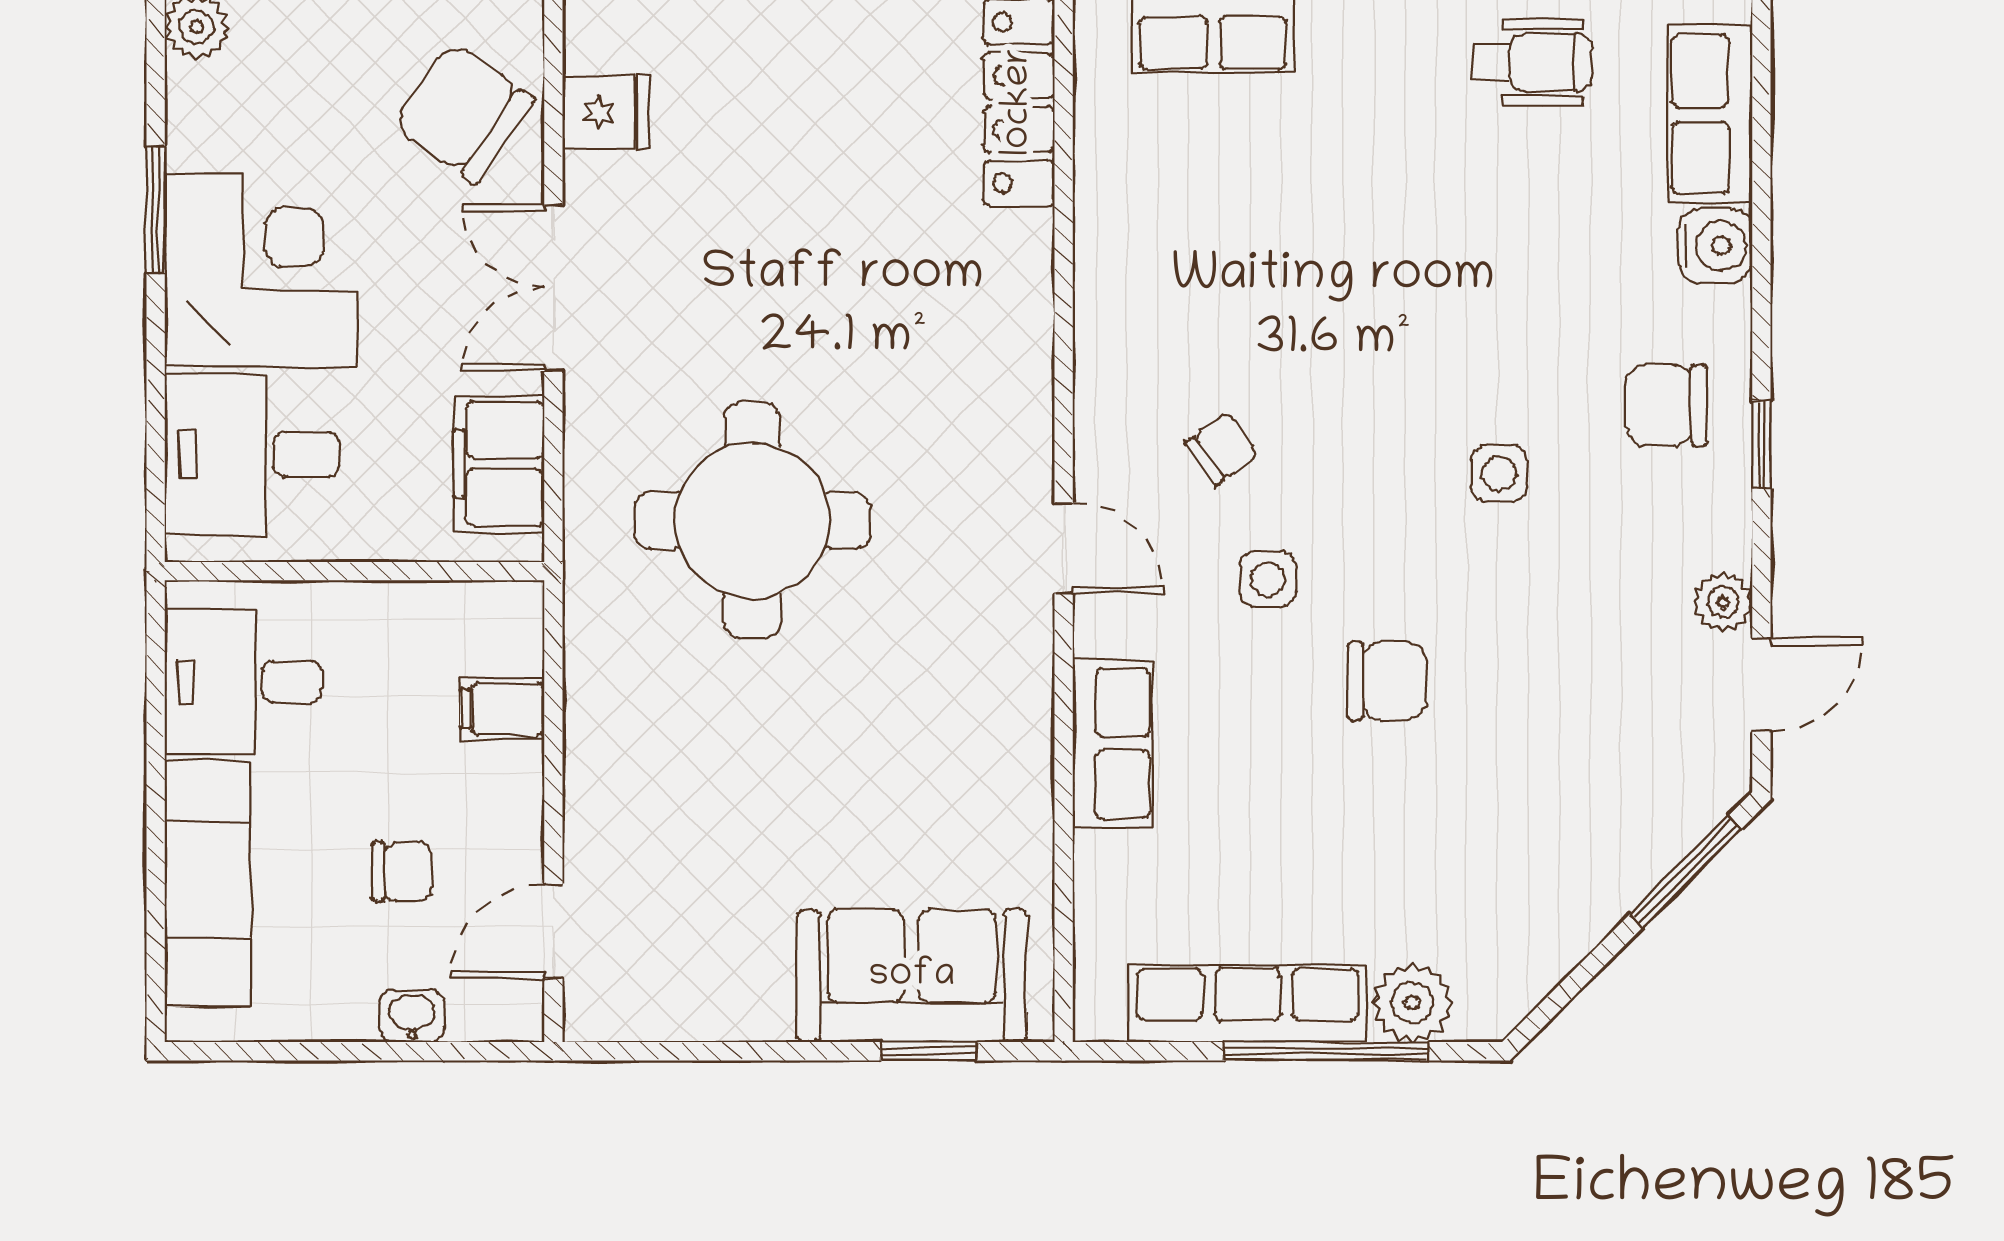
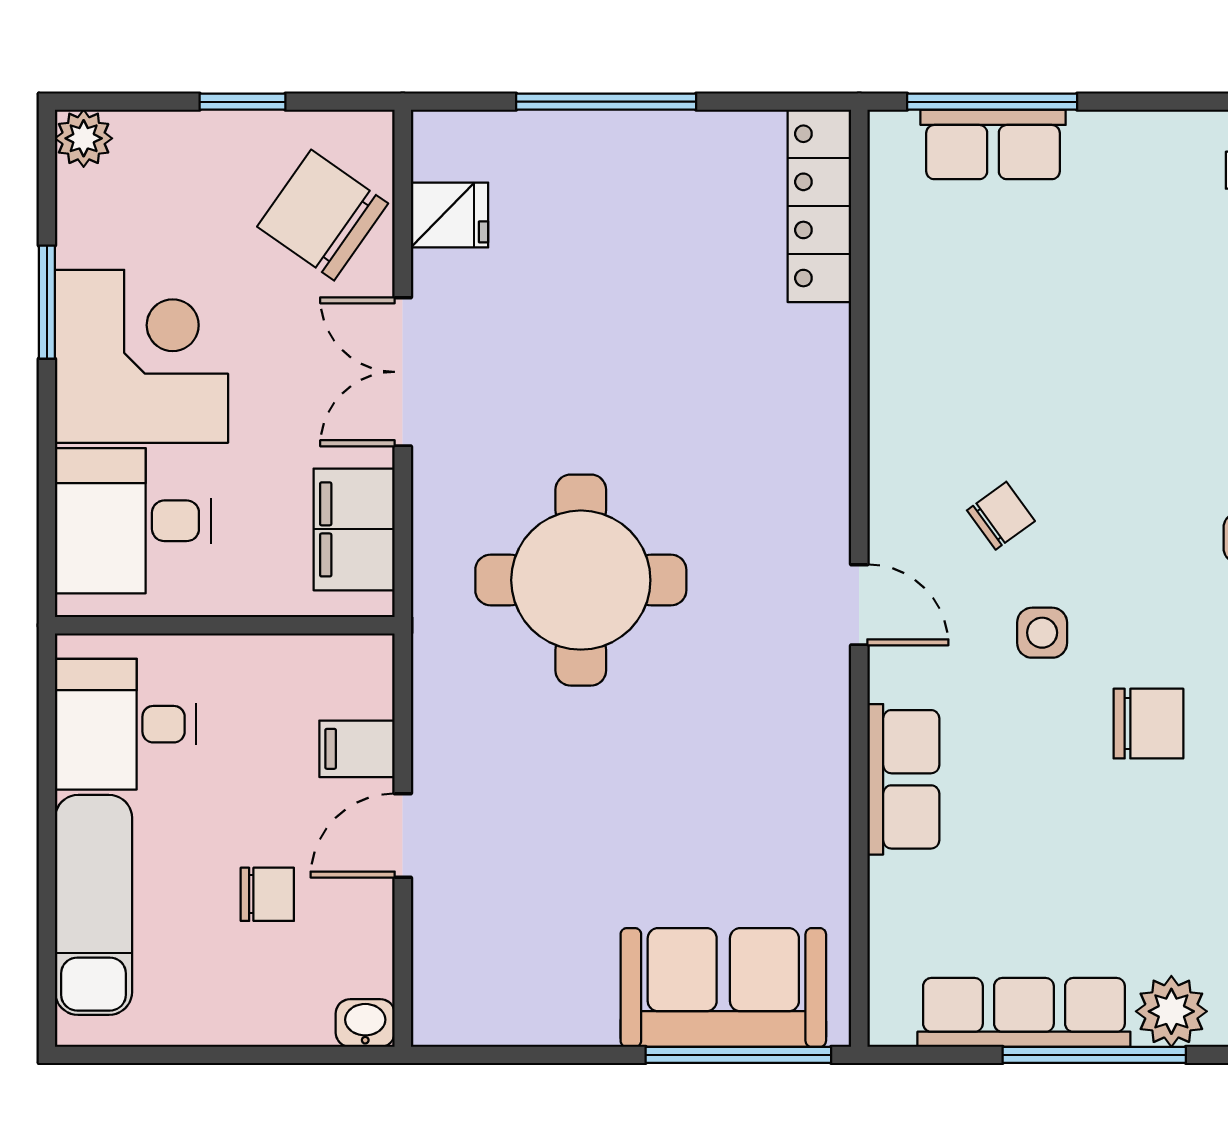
door: (553, 931) -> (403, 836), moved
washbasin: (412, 1016) -> (365, 1023), moved
window: (928, 1051) -> (738, 1055), width x2.17

